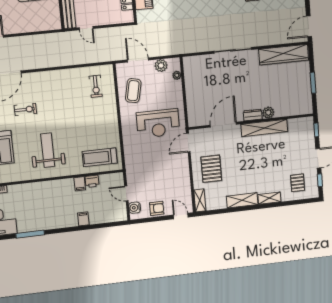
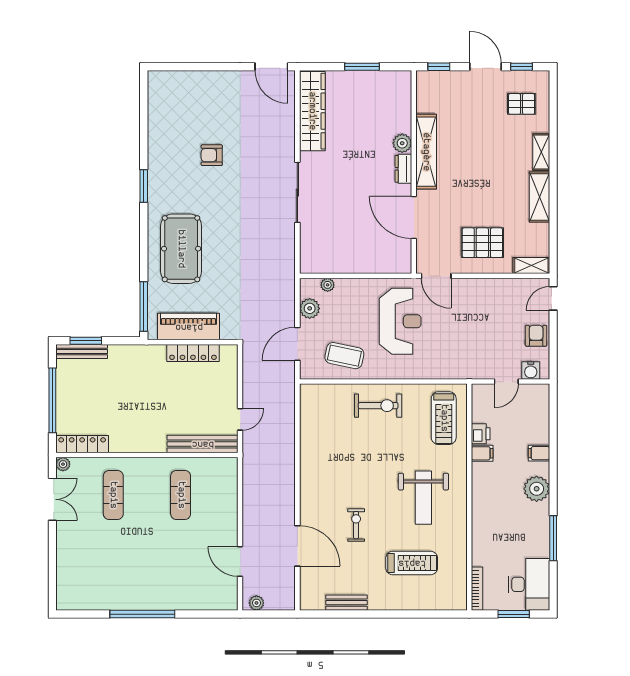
exercise bike: (96, 86) -> (378, 406), moved, width x1.38, depth x1.39
weight bench: (48, 150) -> (423, 498), turned -90
plant: (61, 220) -> (537, 489), added

